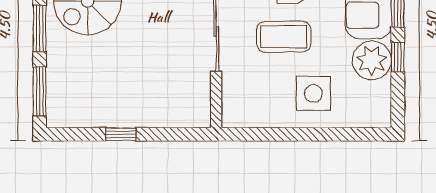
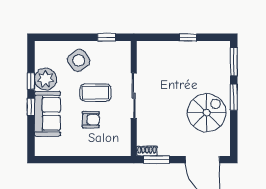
side table: (313, 93) -> (79, 60), turned -35
window: (264, 134) -> (107, 37), added

